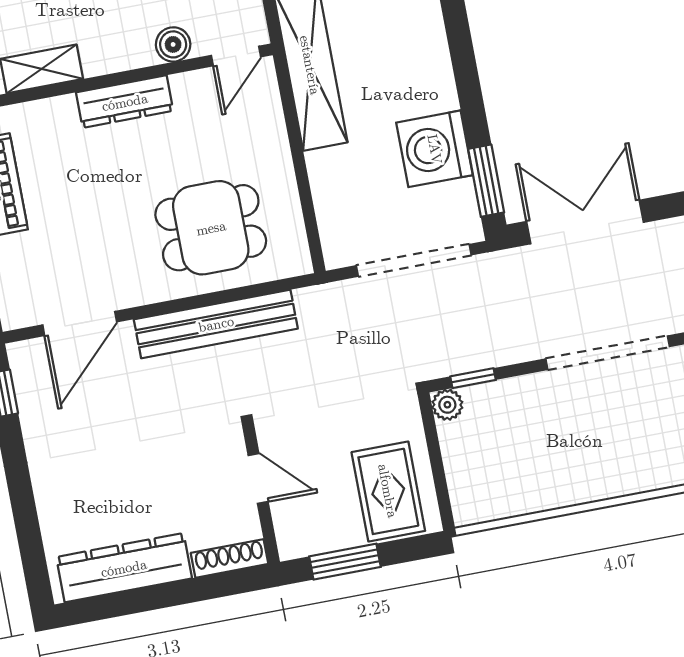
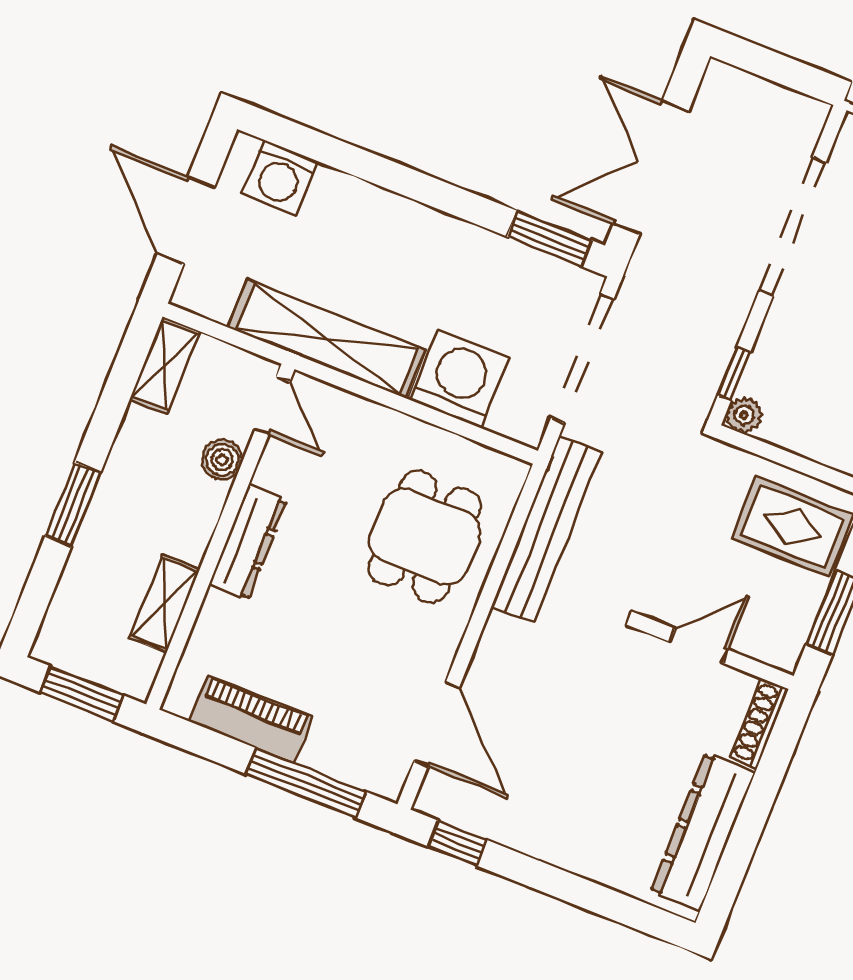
washing machine: (435, 149) -> (459, 379), moved, turned 180
bench: (216, 324) -> (547, 529), moved

